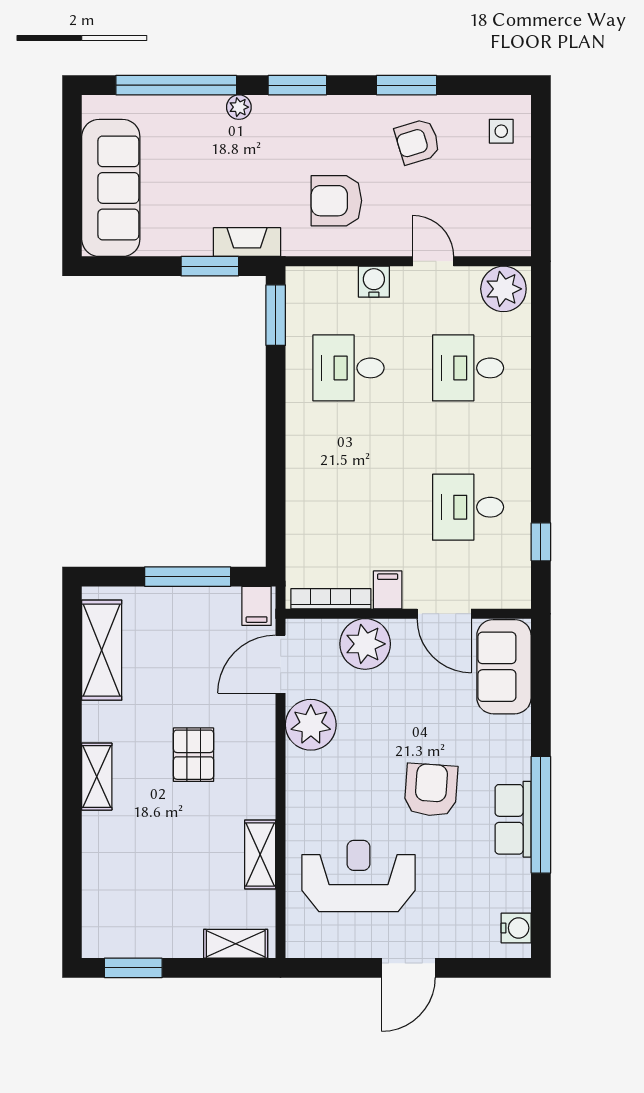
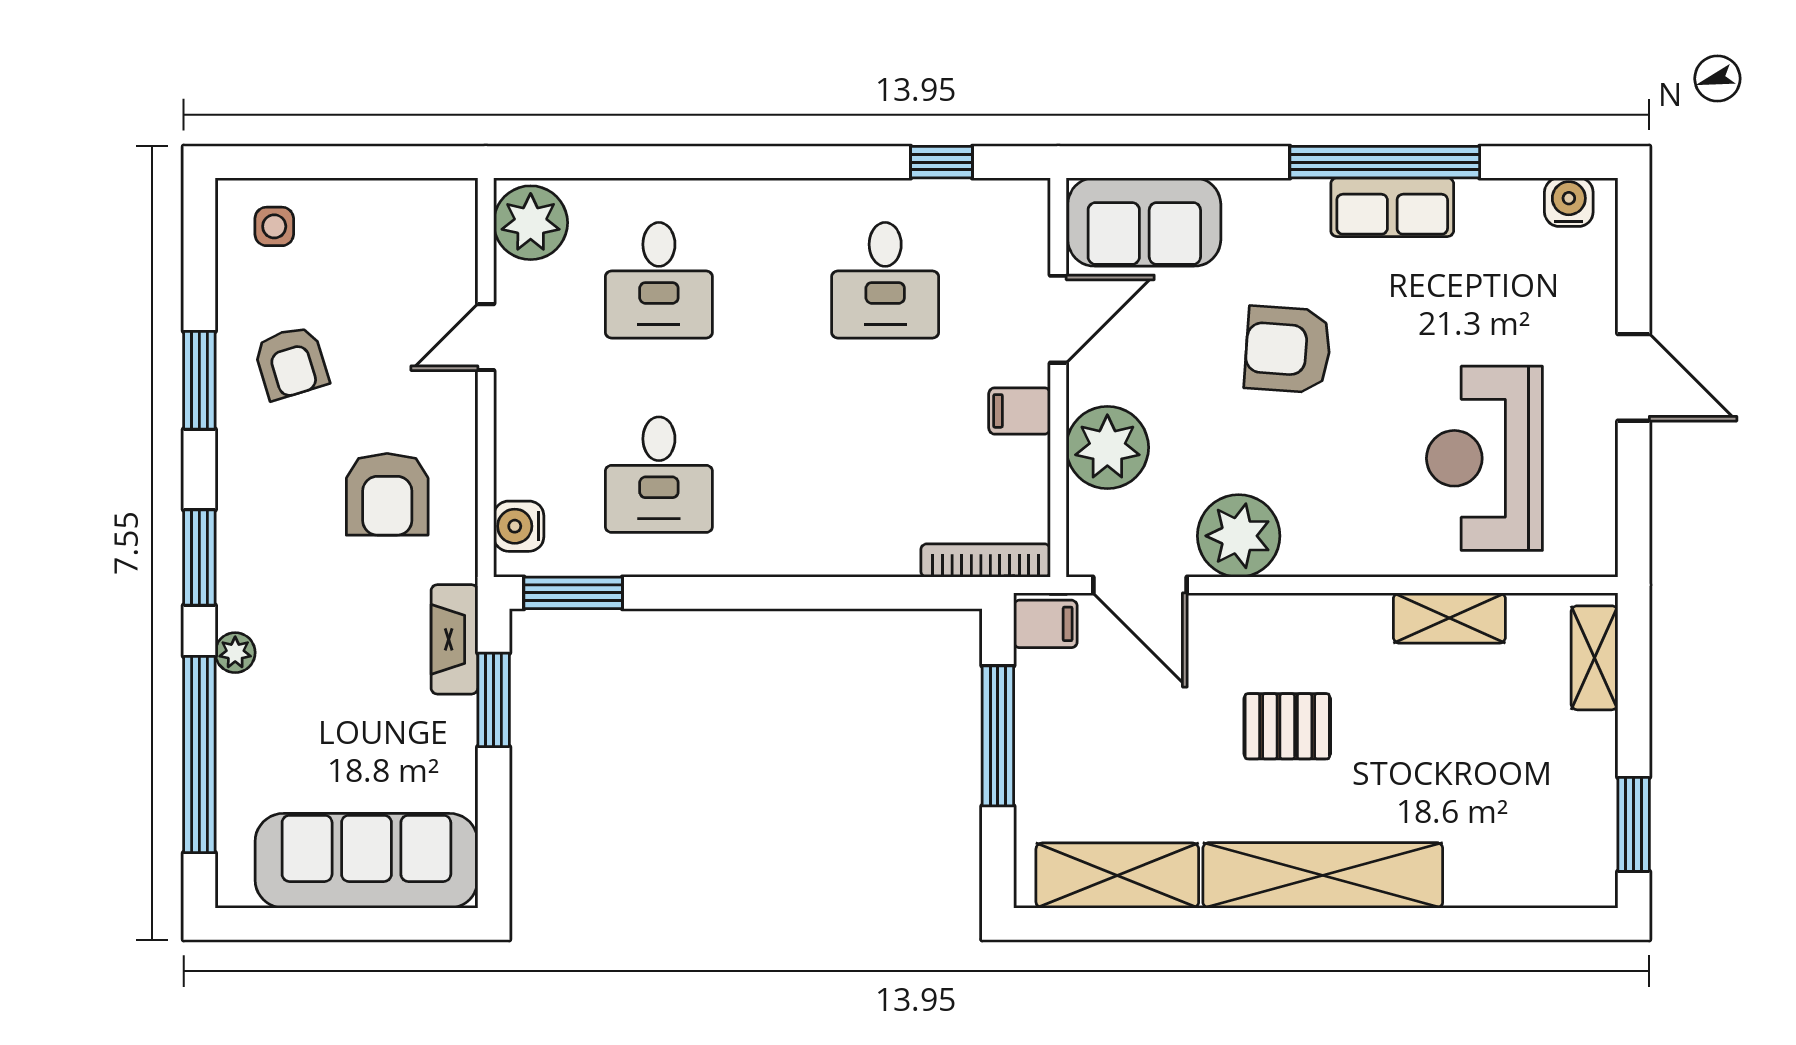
water cooler: (374, 282) -> (519, 526), moved
bookcase: (331, 599) -> (986, 560), moved, turned 90
shelving: (97, 777) -> (1323, 875), width x2.20, depth x1.33
armchair: (431, 790) -> (1288, 350), moved

